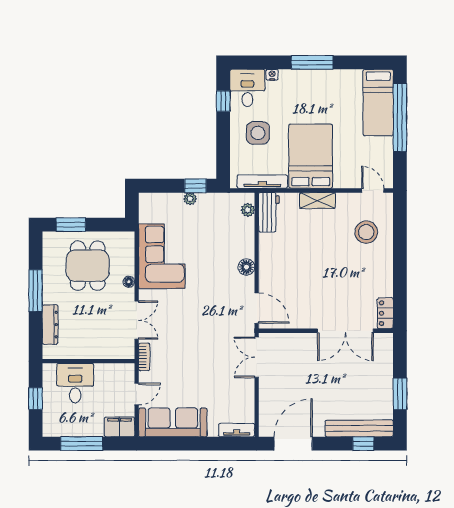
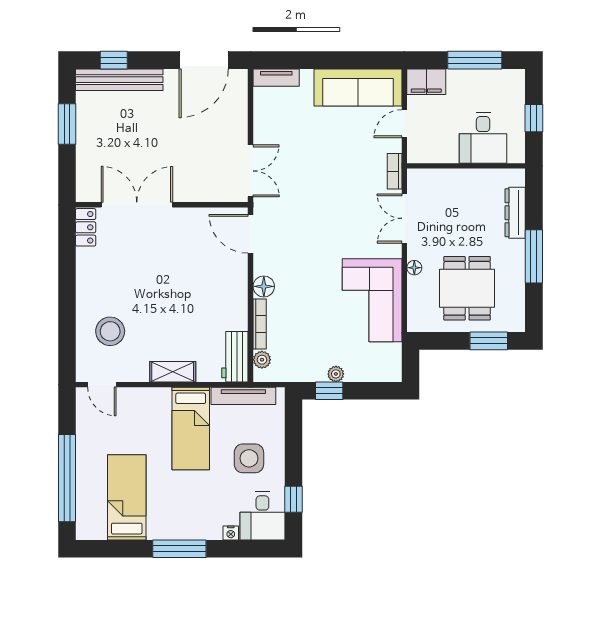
bed: (378, 102) -> (127, 497), moved
bed: (311, 156) -> (191, 429), width x0.67
bookcase: (250, 238) -> (260, 324), added

